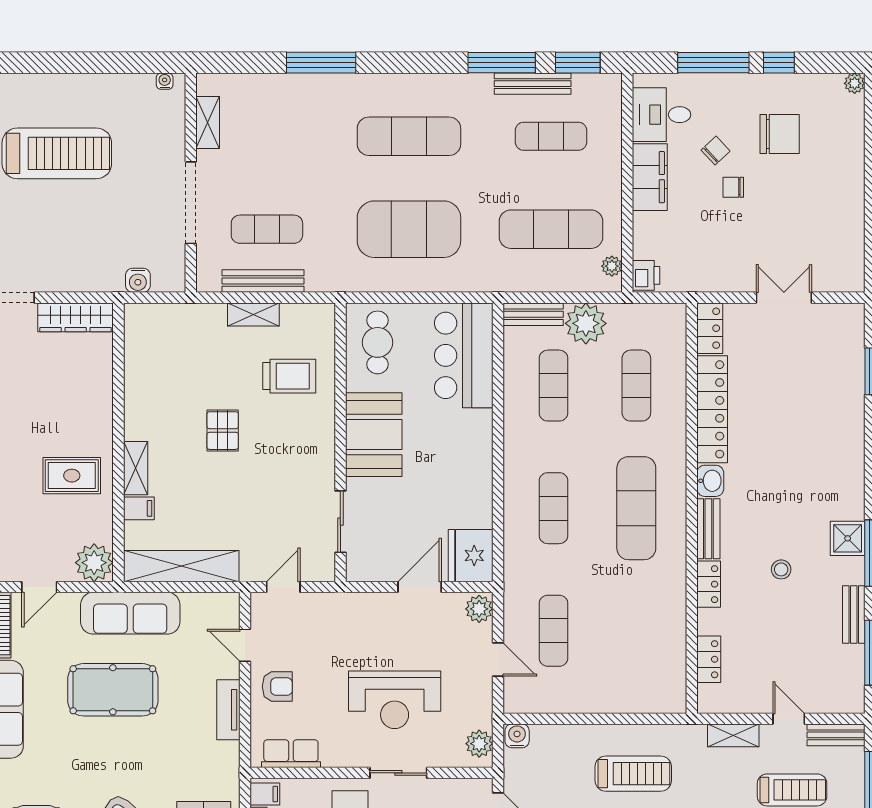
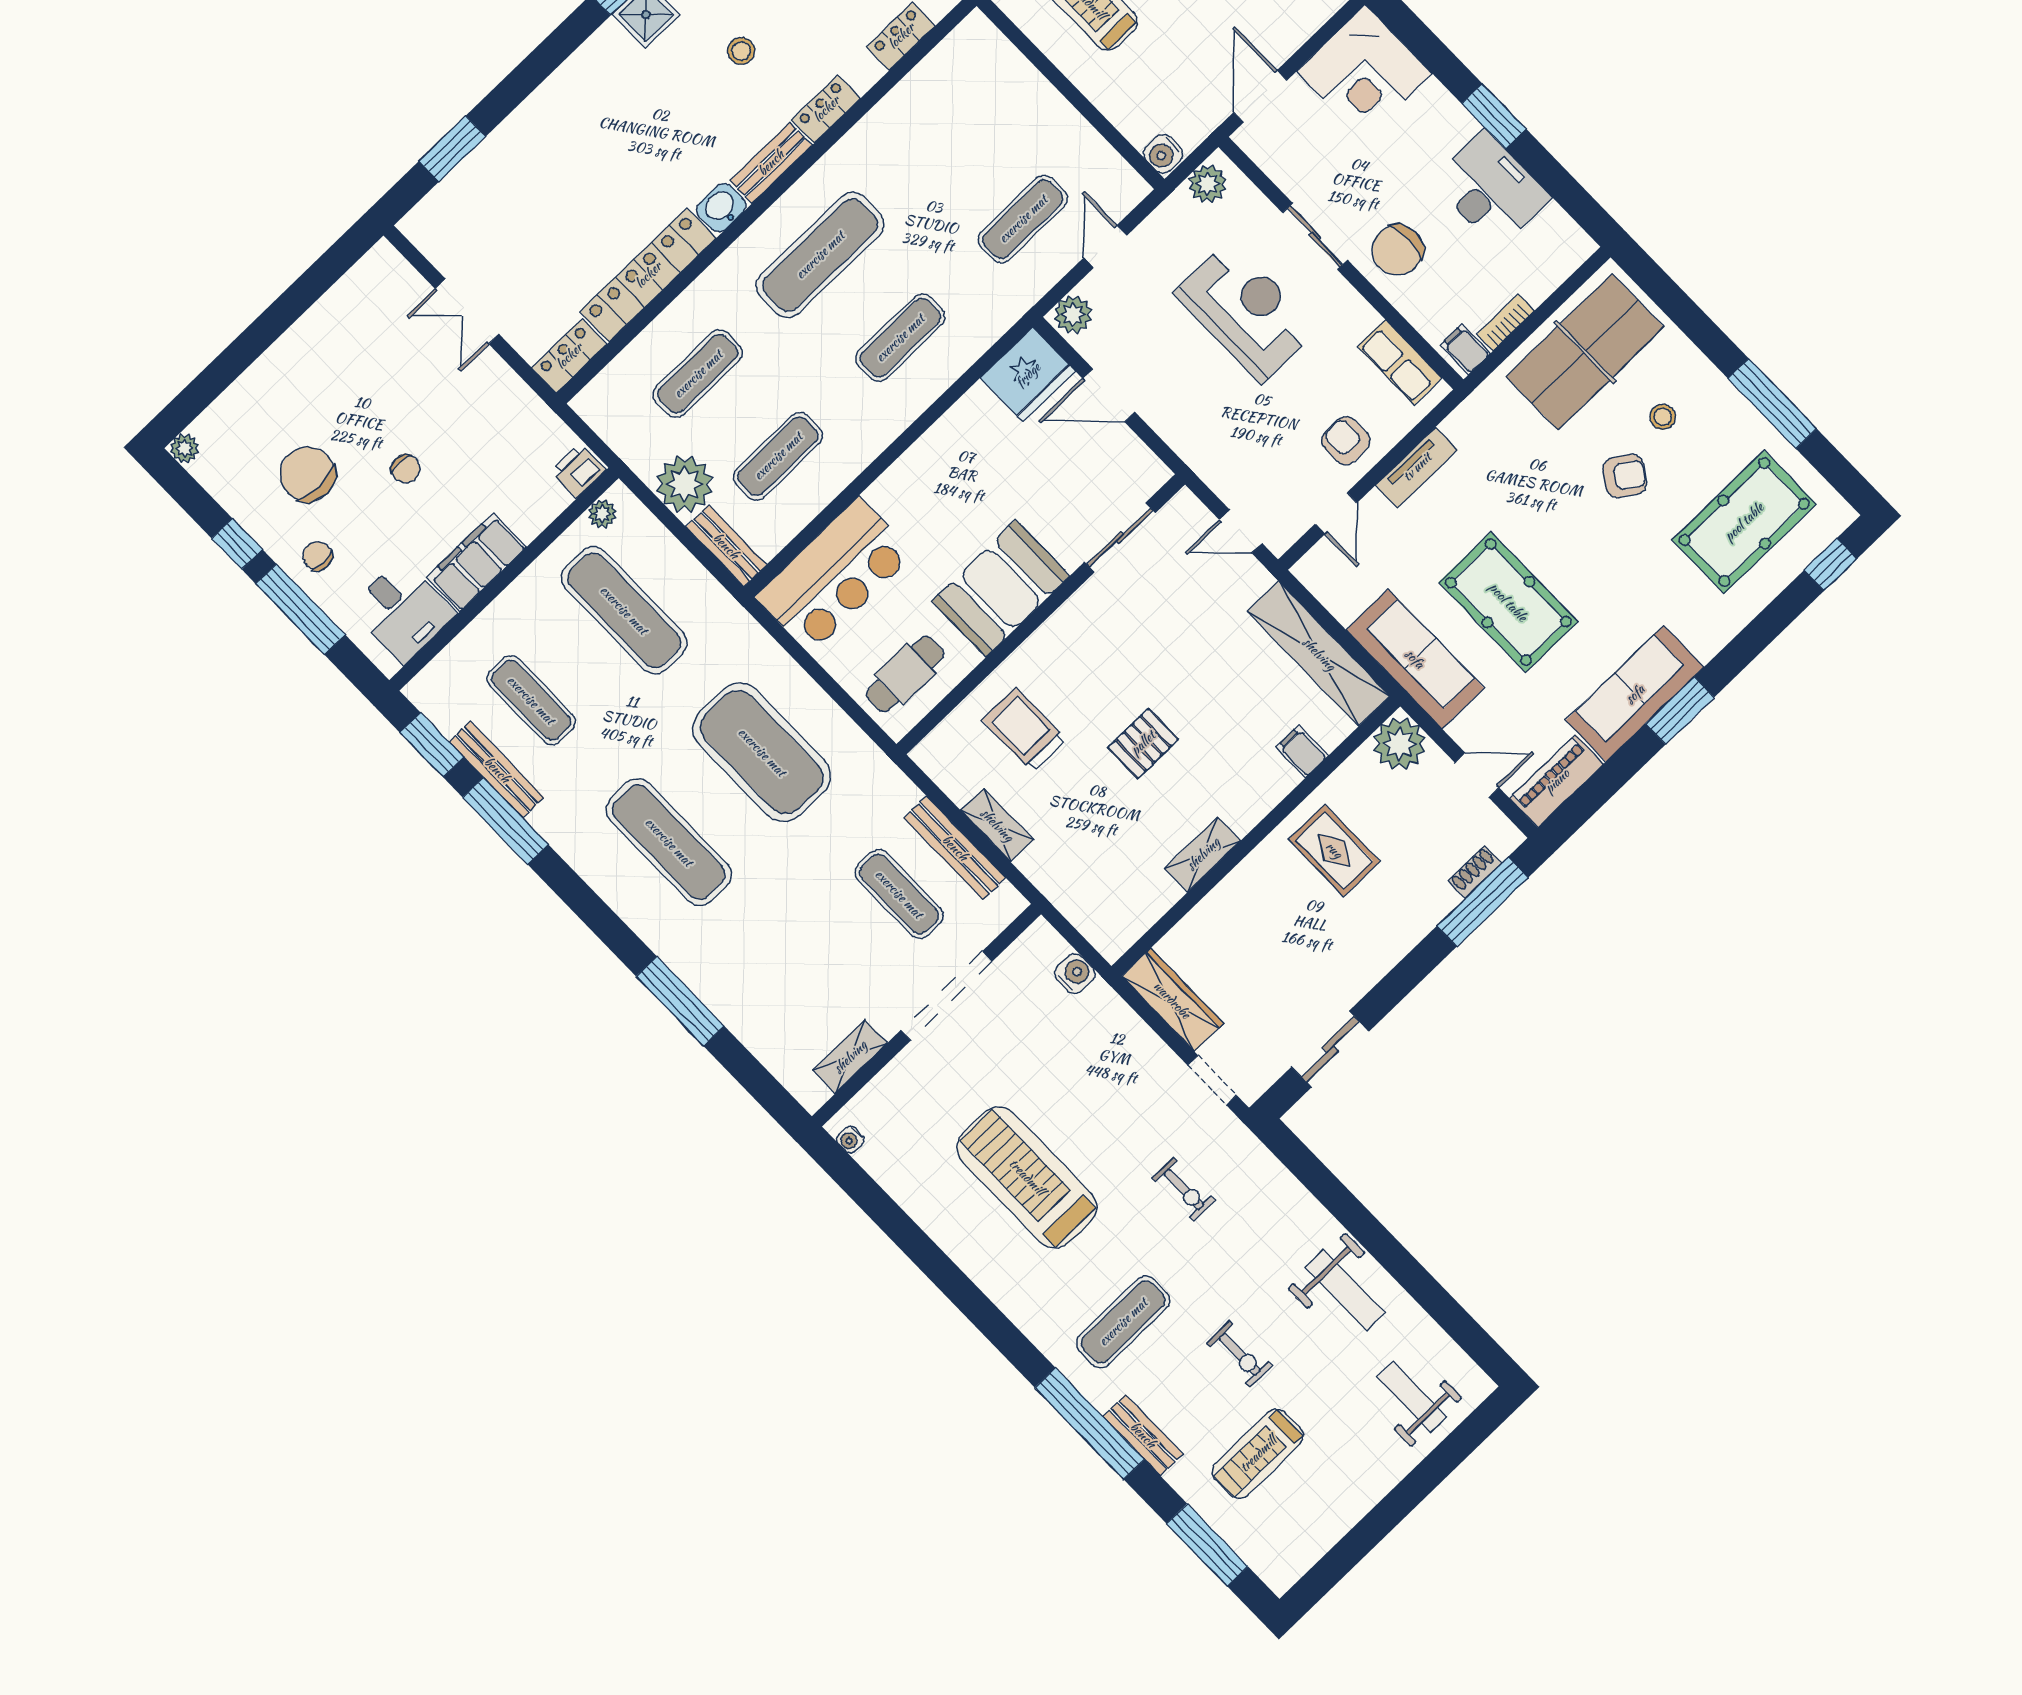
chair: (716, 151) -> (318, 556), moved, turned 43
shelving: (136, 468) -> (1203, 854), moved

